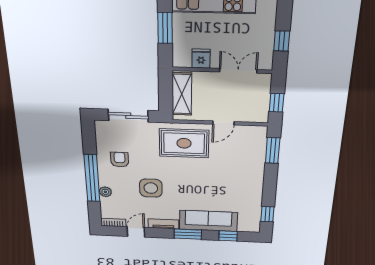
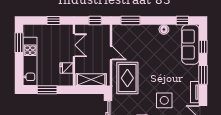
double door: (238, 71) -> (74, 45), swing flipped
floor lamp: (256, 192) -> (164, 29), added
sofa: (208, 221) -> (190, 45), moved

